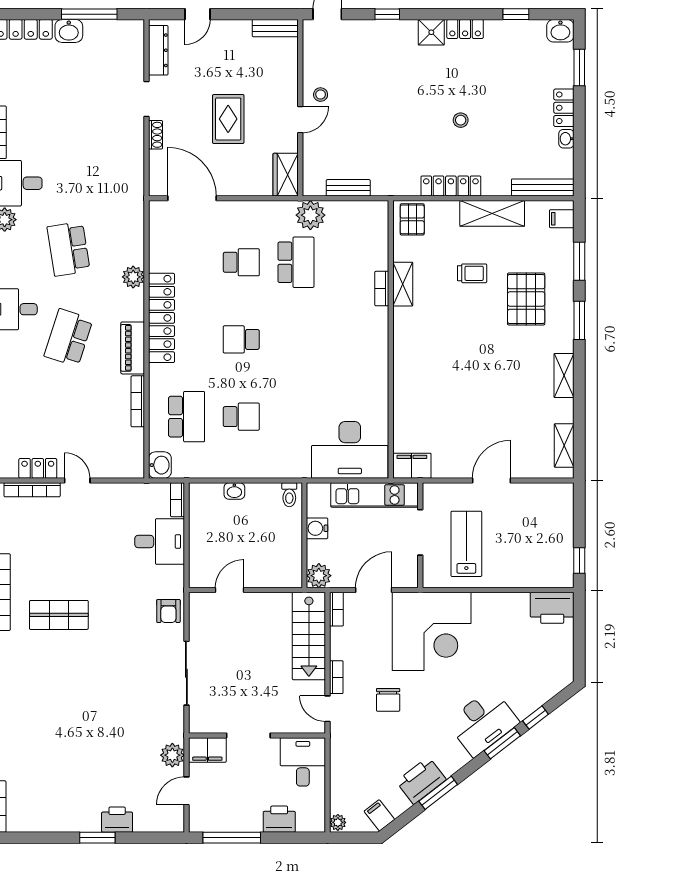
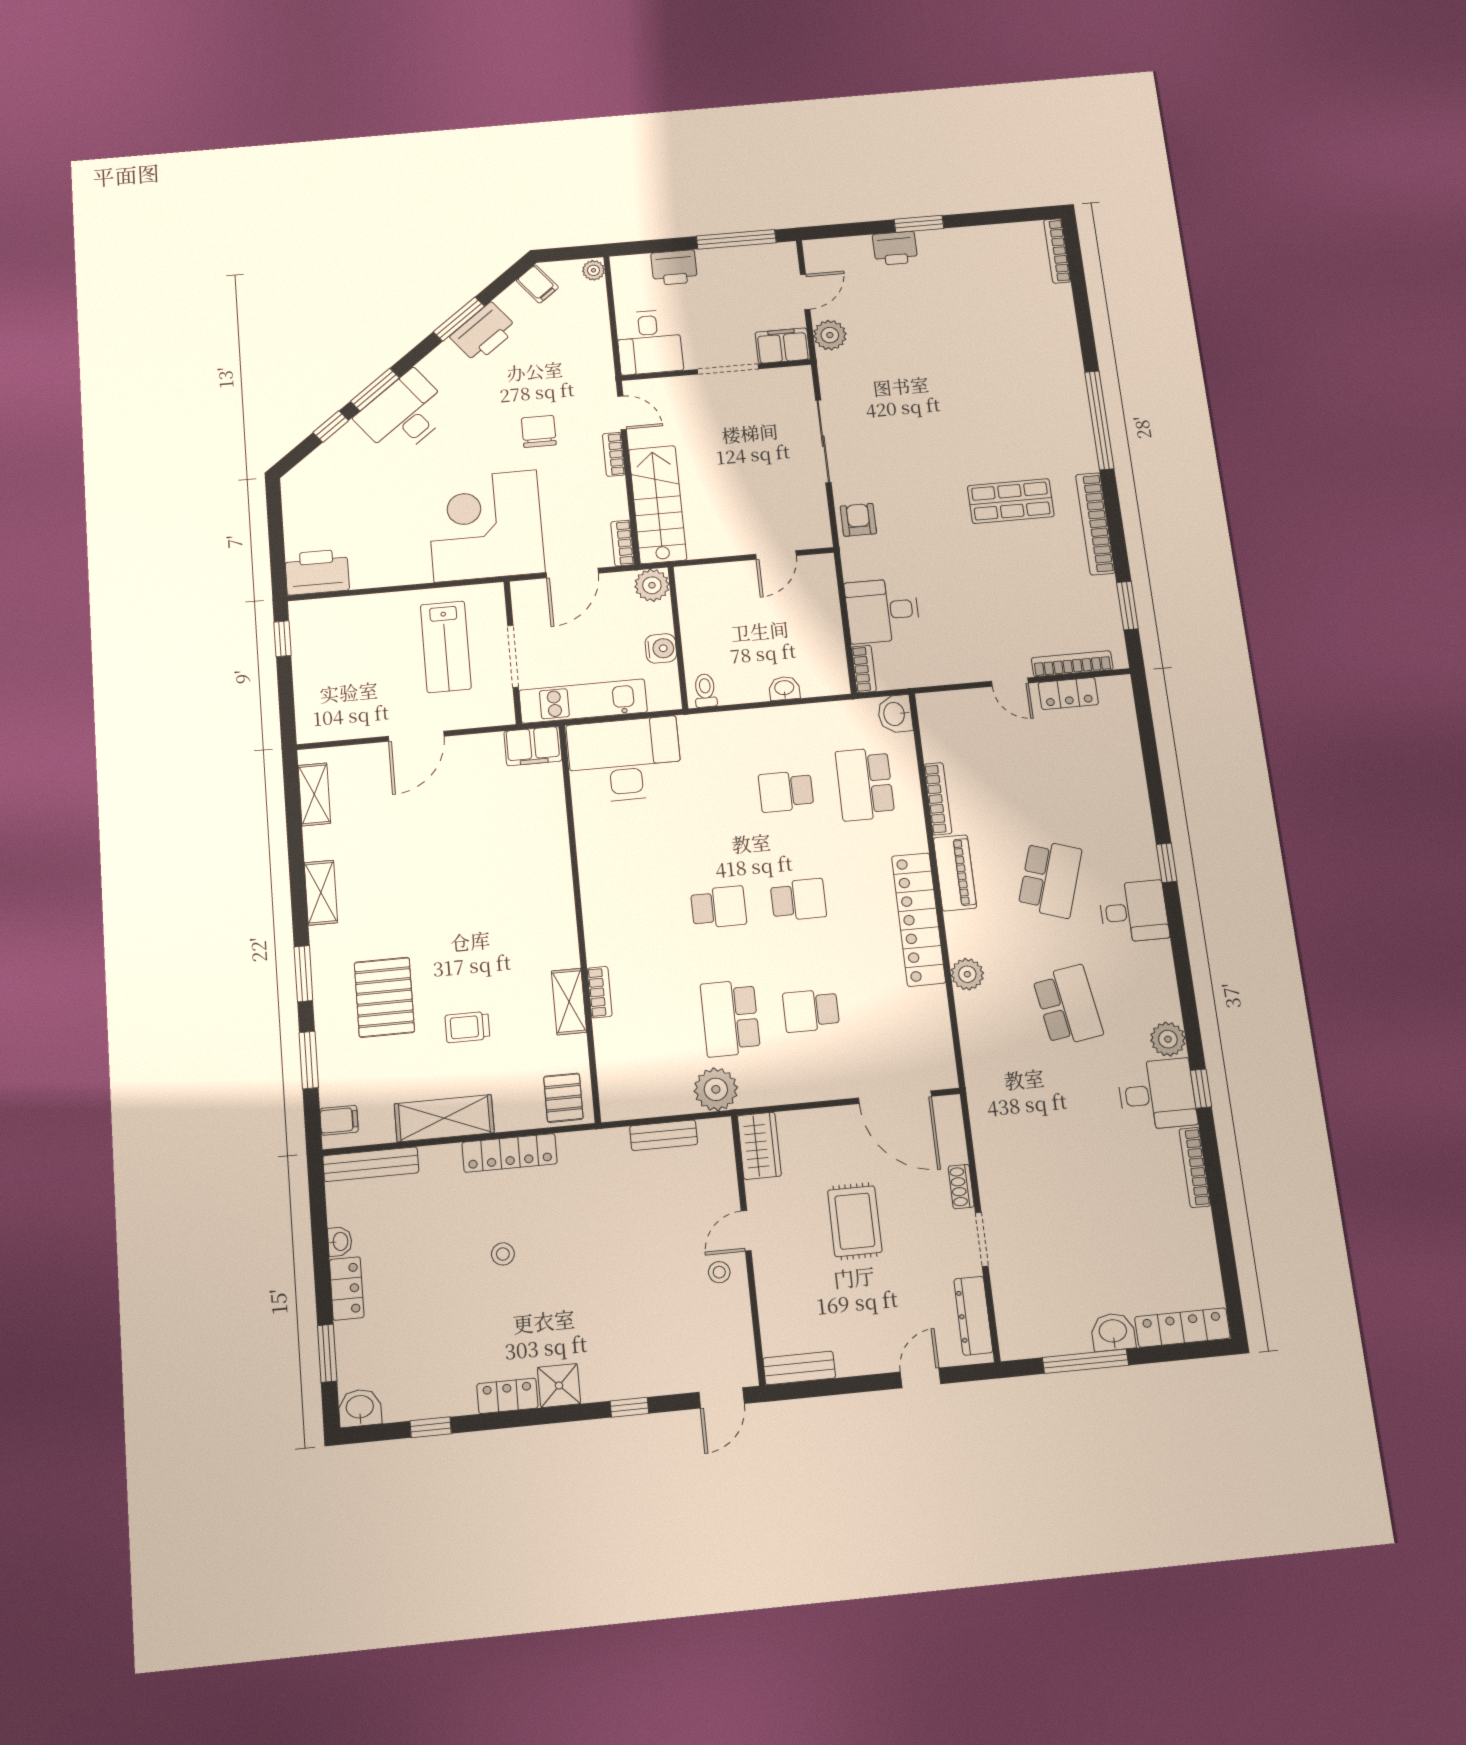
school desk: (296, 339) -> (719, 907), added

